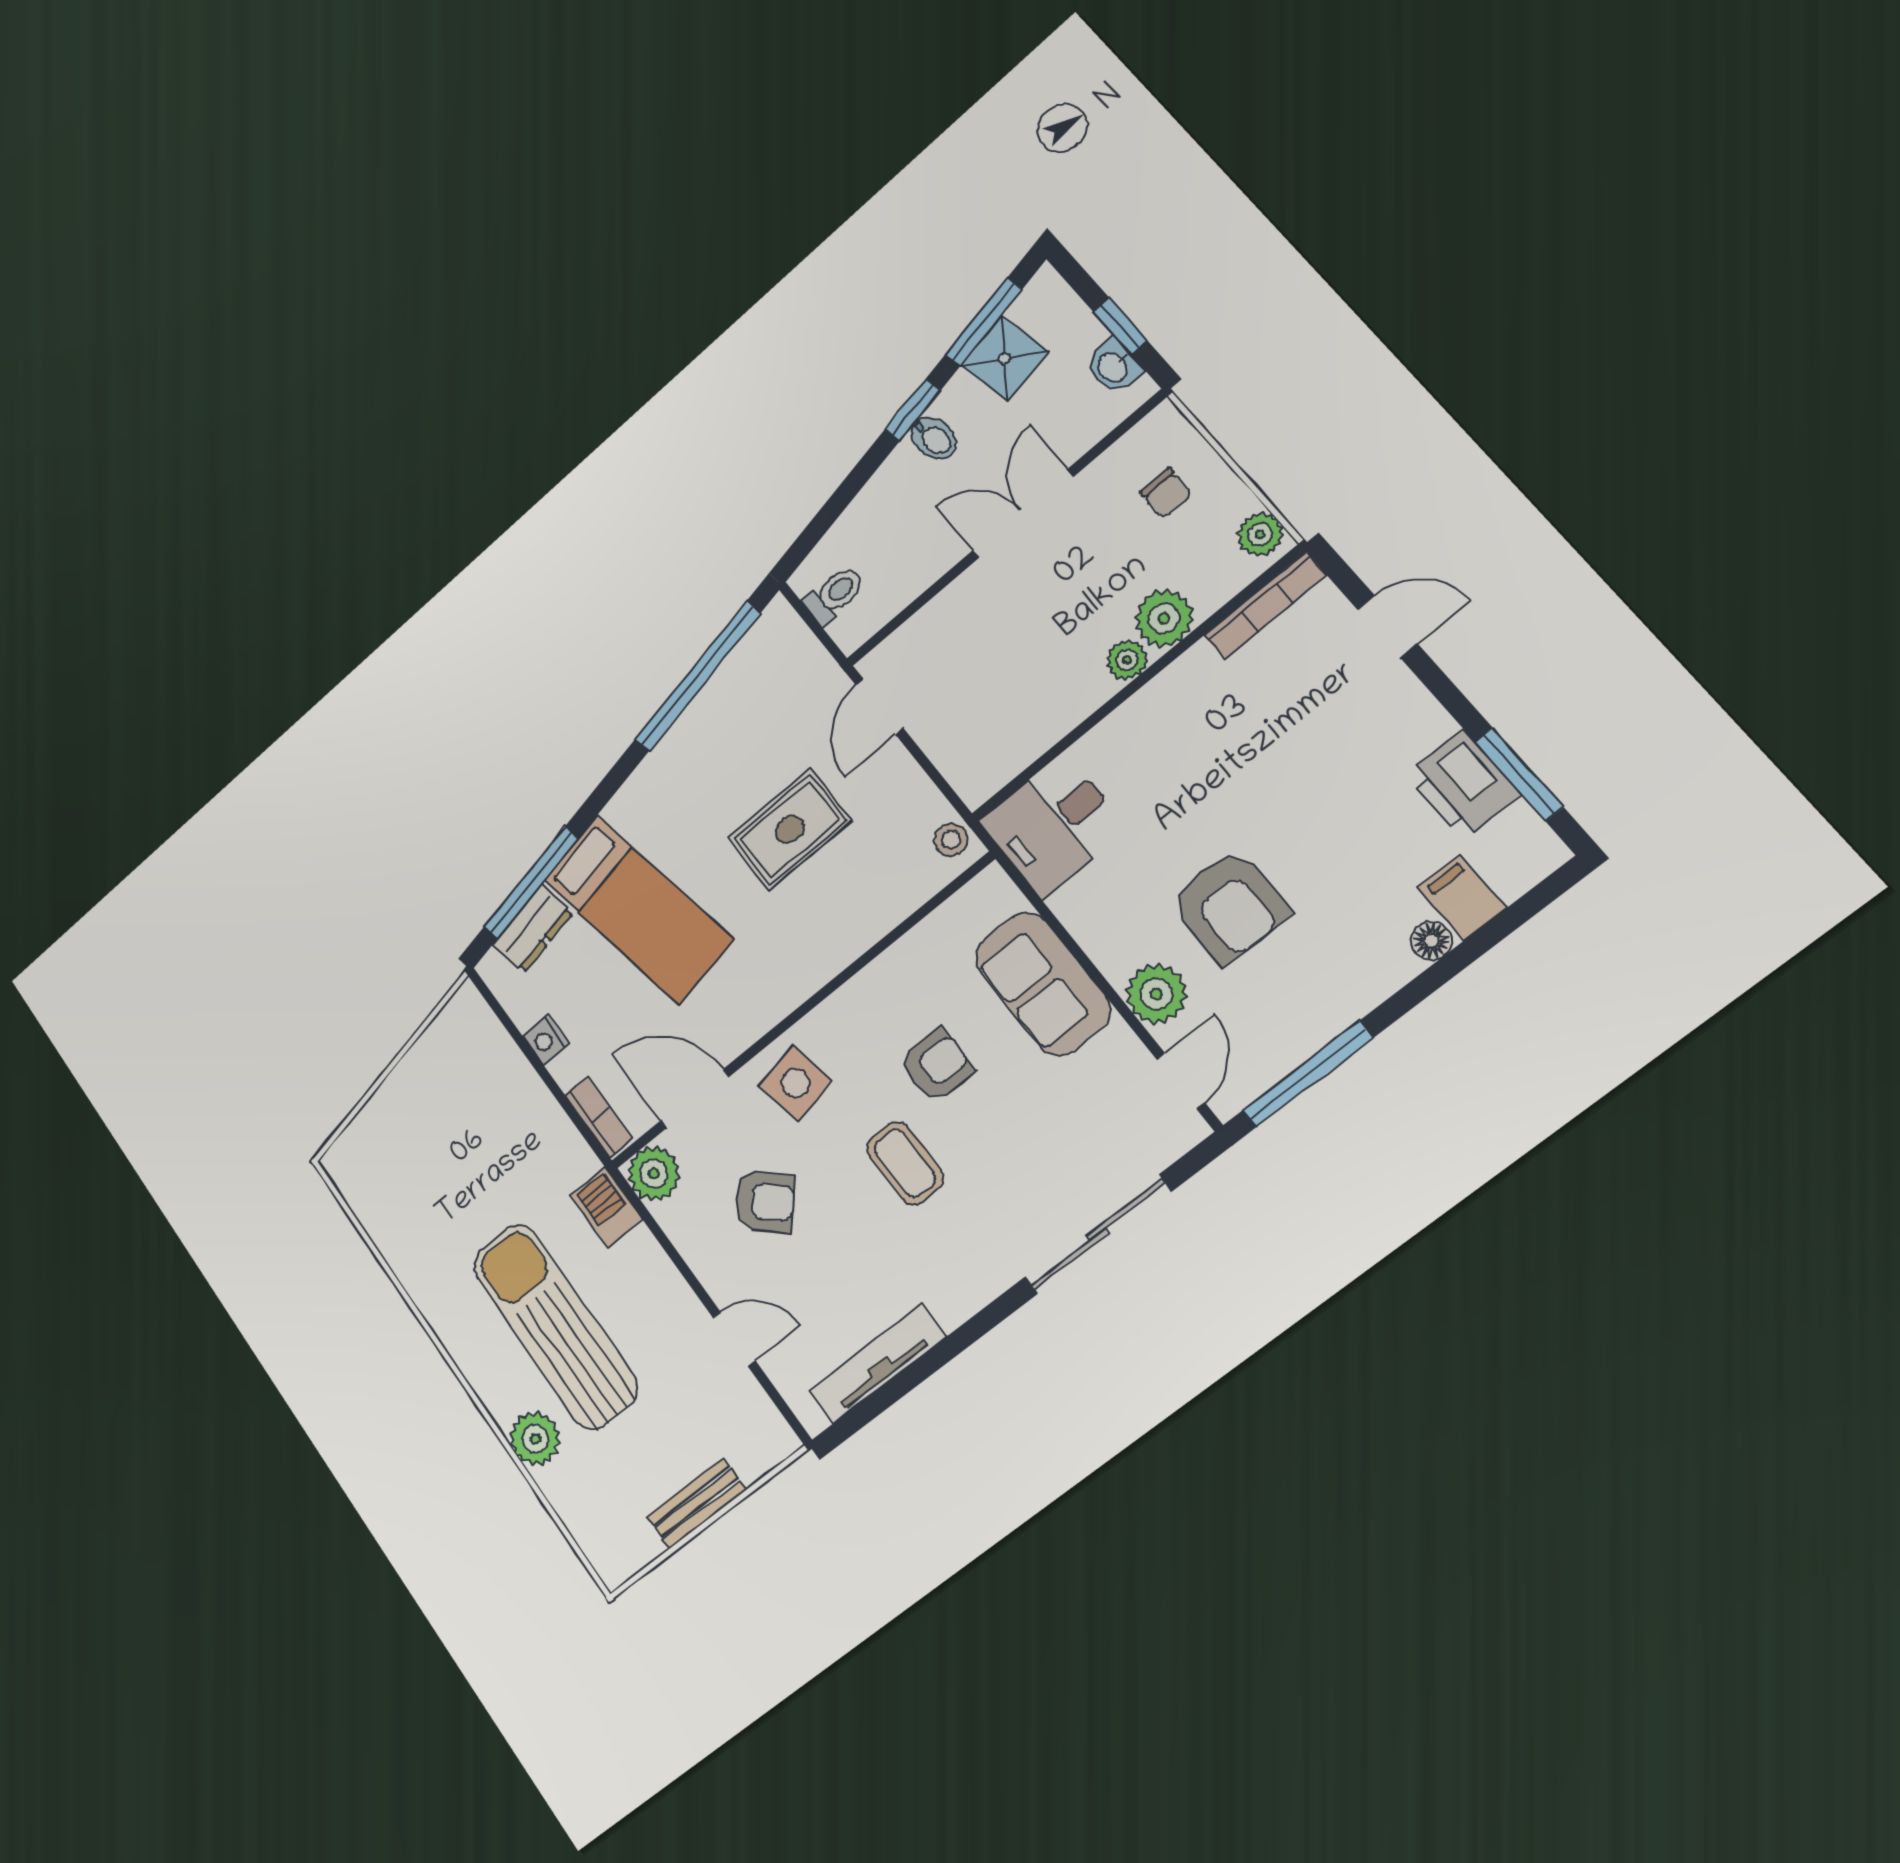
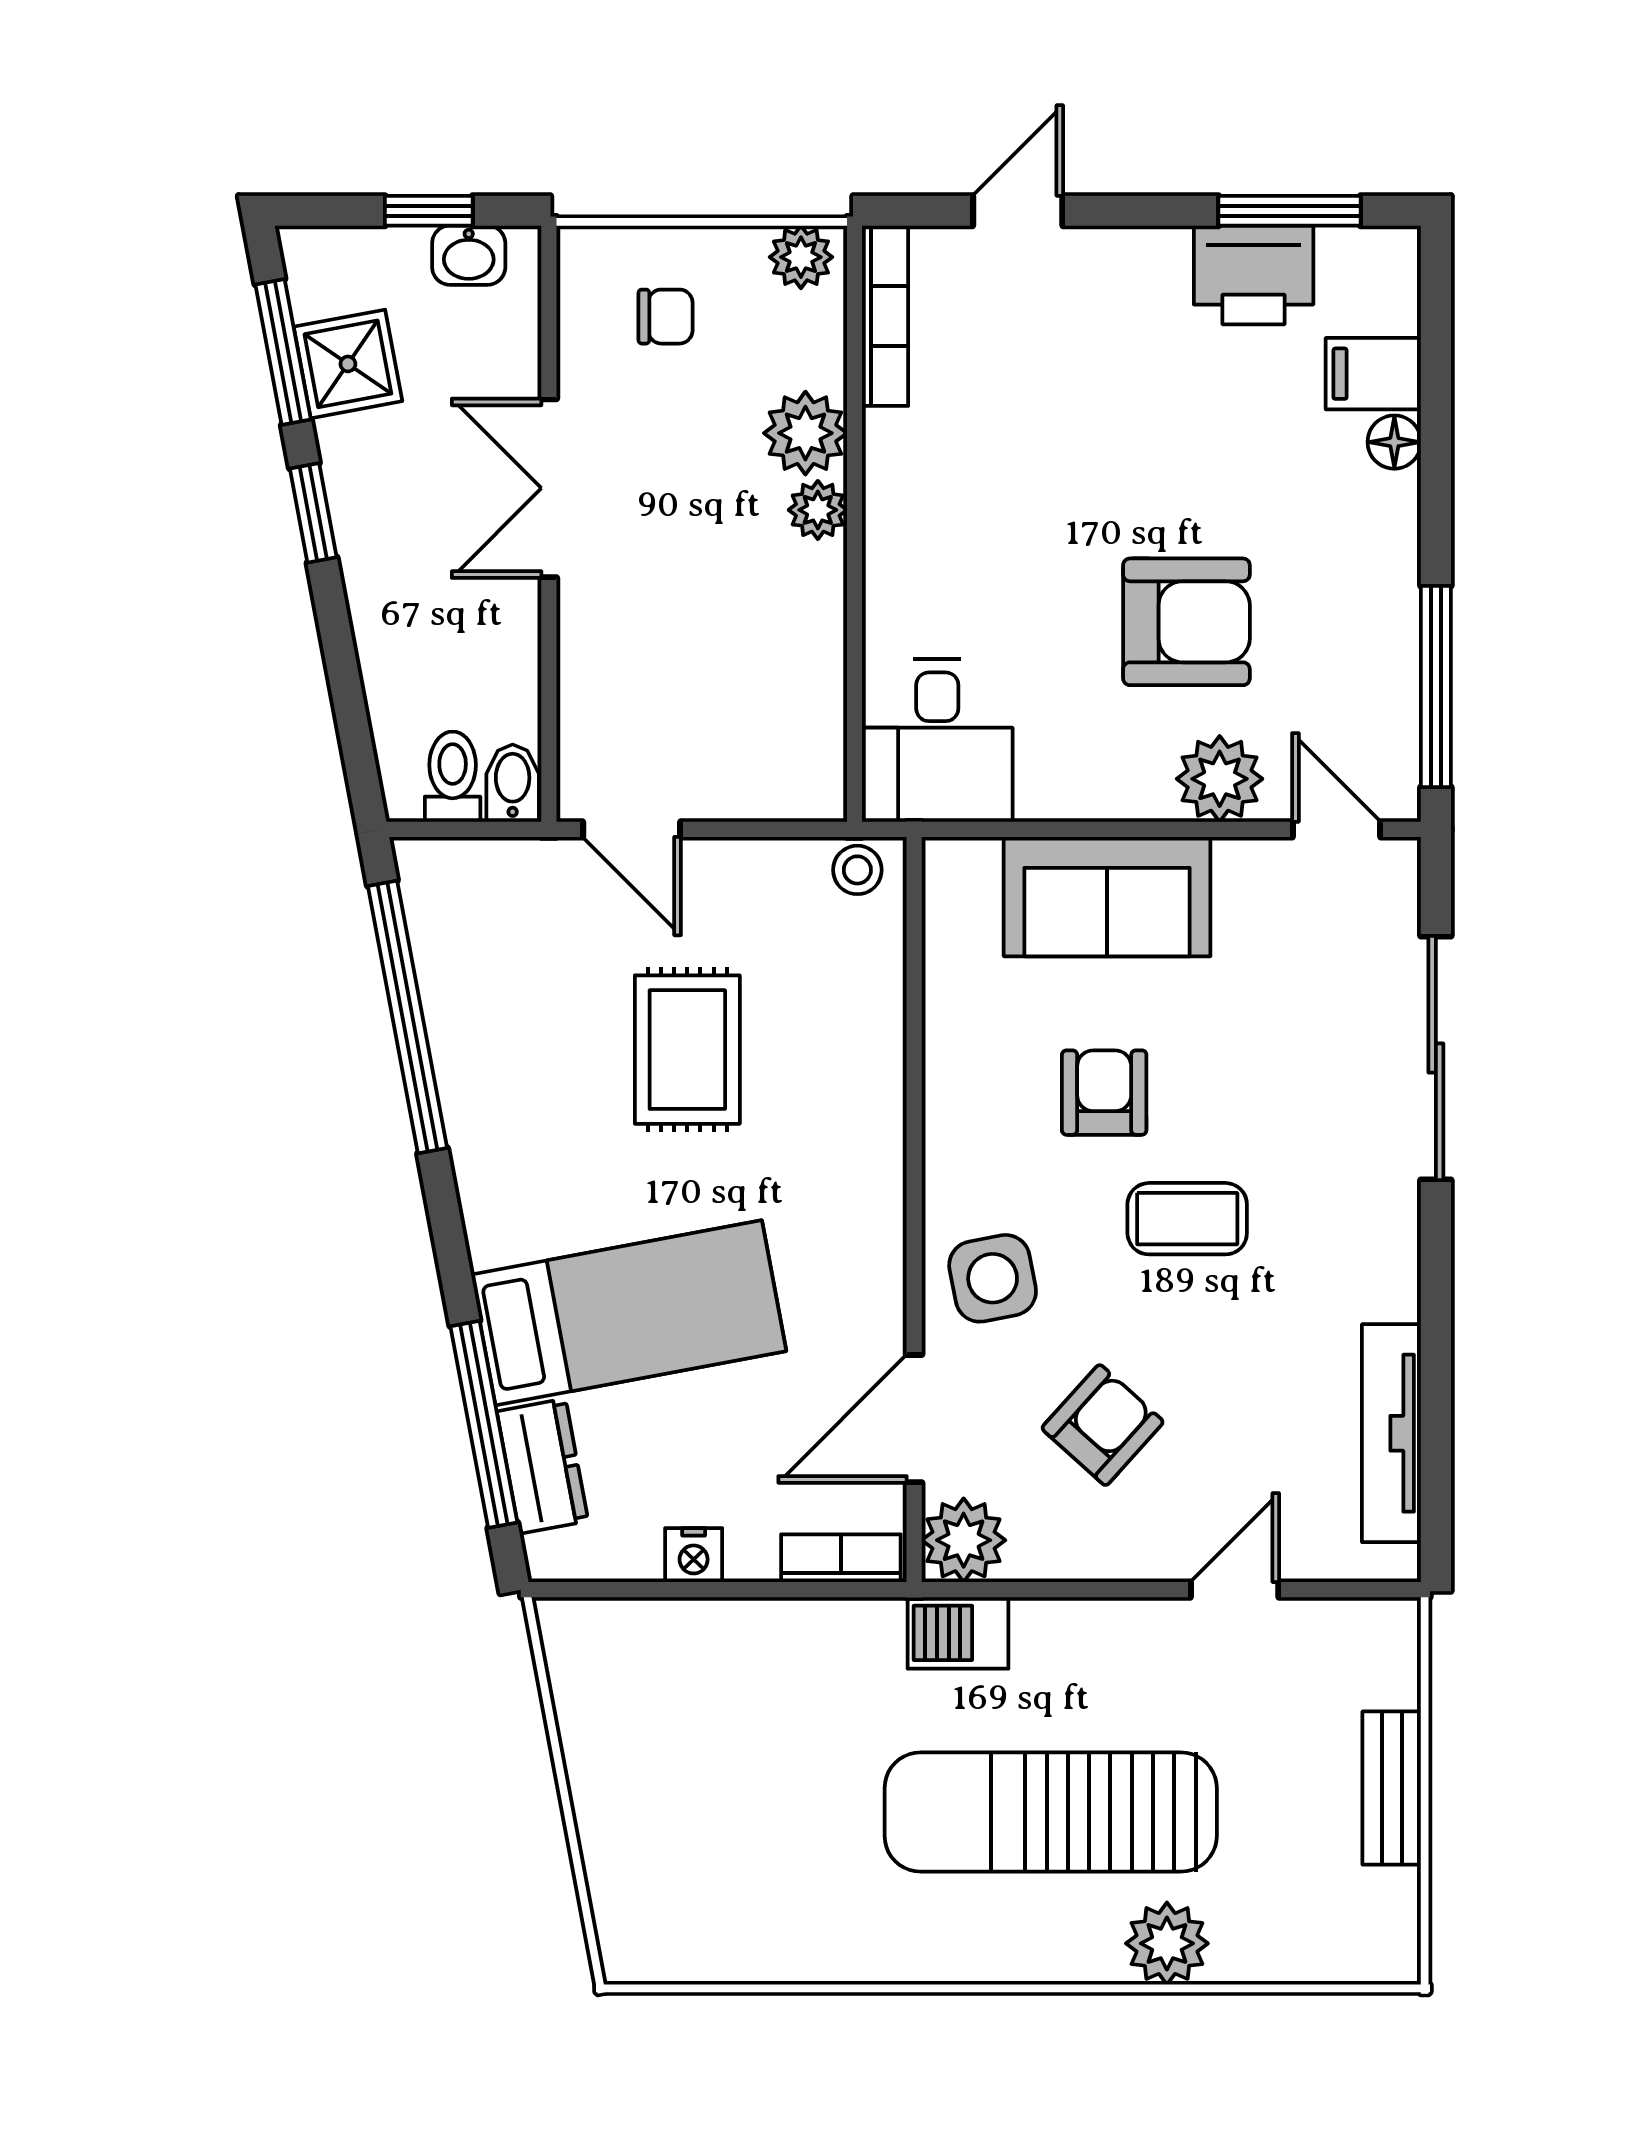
bidet: (933, 438) -> (513, 783), moved, turned -79

